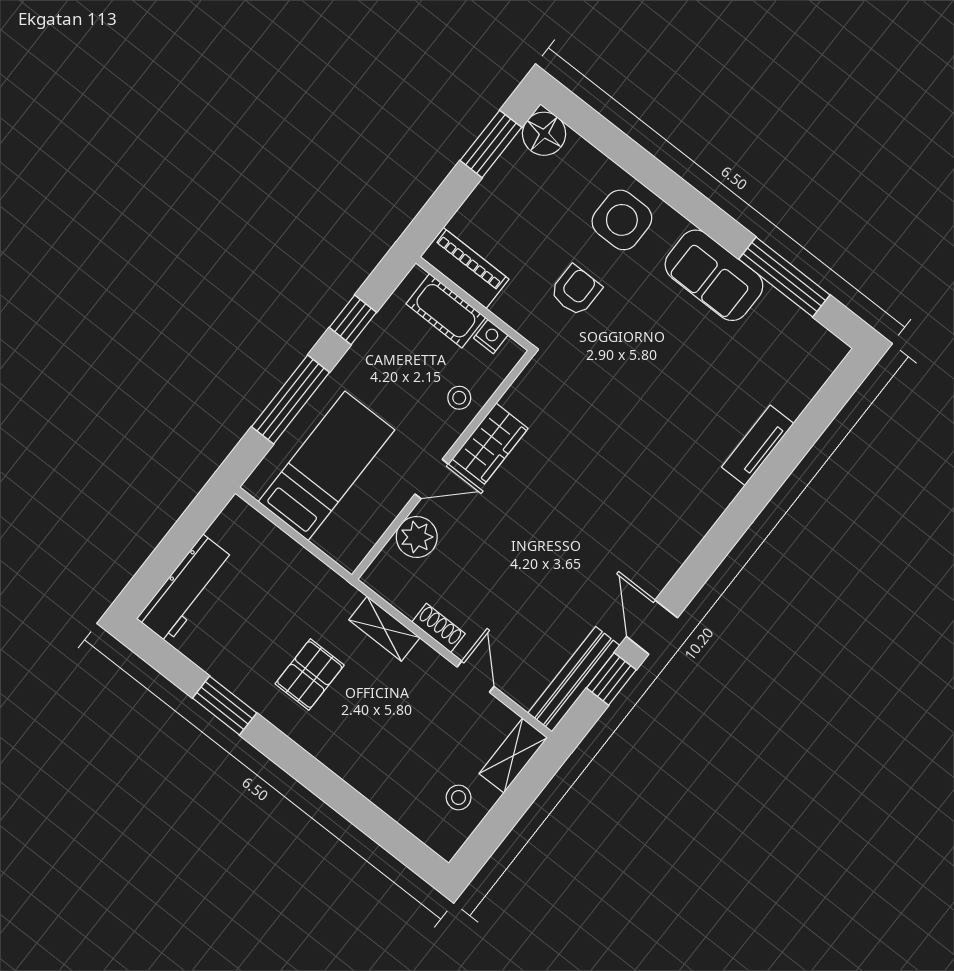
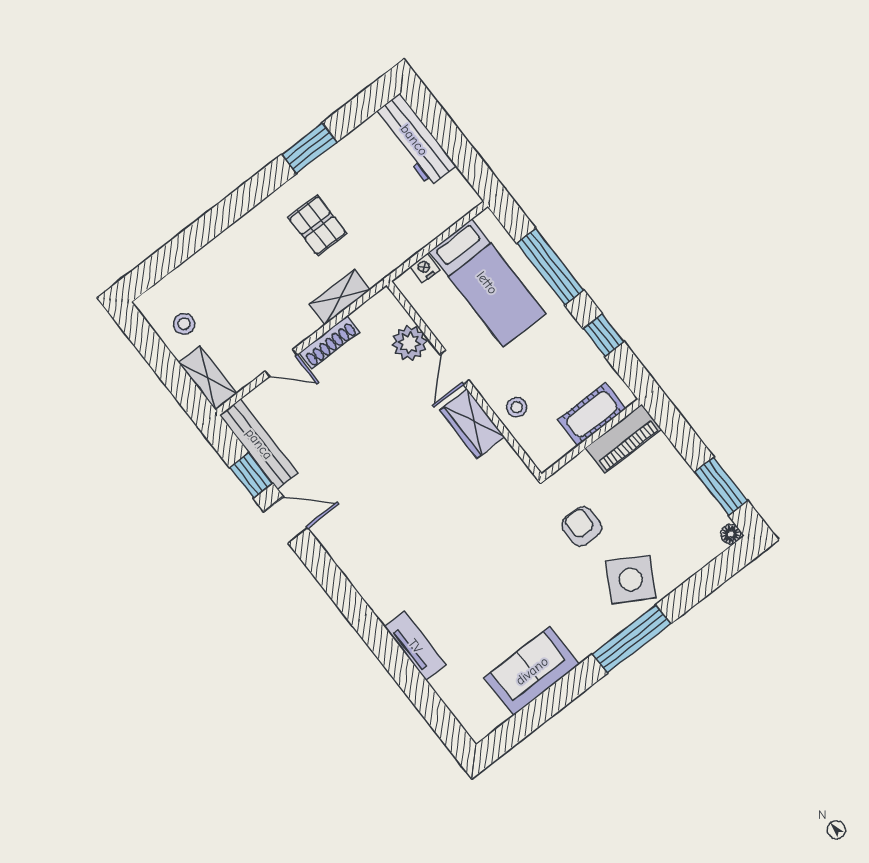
floor lamp: (544, 134) -> (731, 534), width x0.53, depth x0.53
side table: (622, 220) -> (631, 580), turned 30
sofa: (714, 275) -> (532, 671), moved
window: (784, 277) -> (632, 639), moved
armchair: (576, 290) -> (582, 526), turned 180
nightstand: (491, 337) -> (425, 268), moved, turned 180
shoe rack: (439, 628) -> (329, 342), width x1.43

